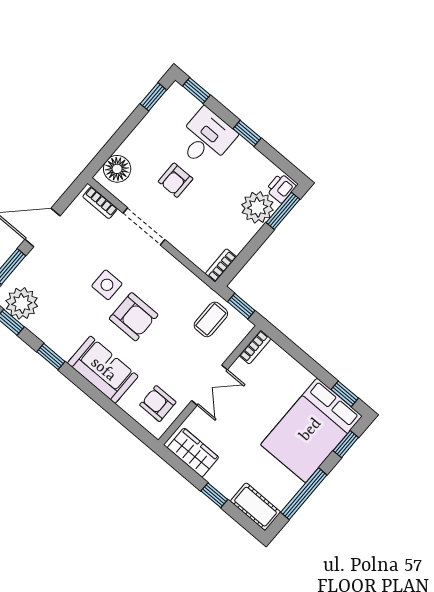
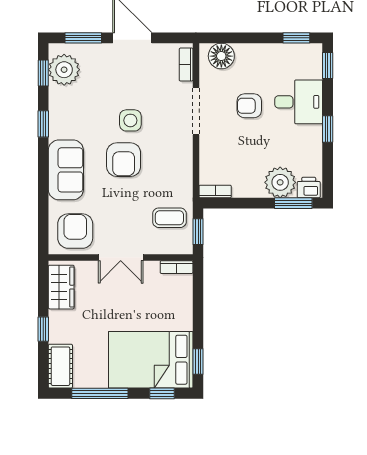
armchair: (158, 404) -> (75, 231), width x1.38, depth x1.38

